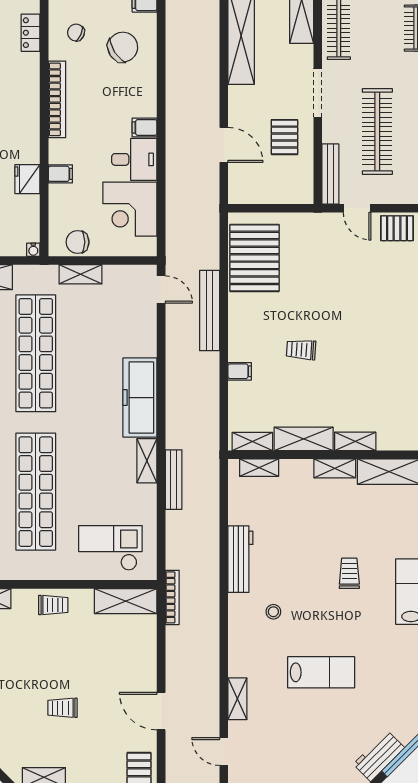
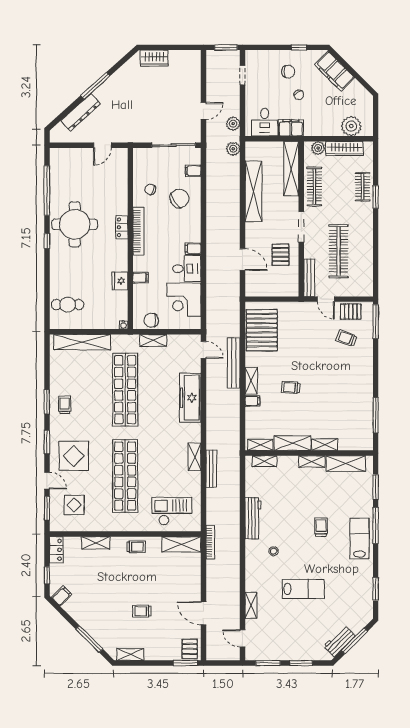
locker: (31, 33) -> (122, 227), moved
trolley: (390, 271) -> (346, 338), added
shelving: (238, 339) -> (251, 381), added
freezer: (140, 398) -> (190, 398), moved

